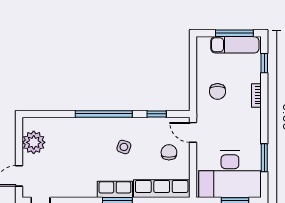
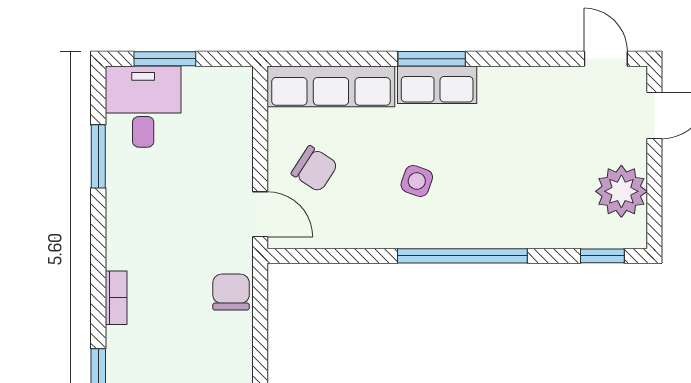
chair: (218, 91) -> (231, 292), moved
window: (157, 114) -> (602, 256), moved
chair: (169, 152) -> (314, 169), turned -57
desk: (230, 174) -> (143, 107), width x0.53, depth x0.77

